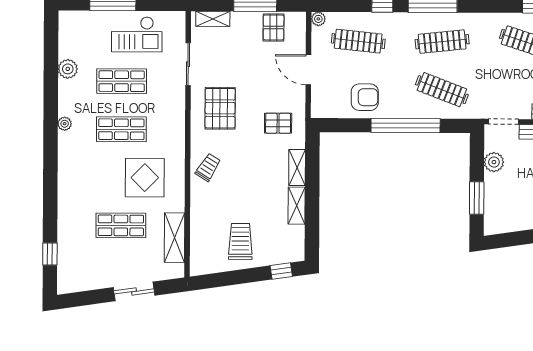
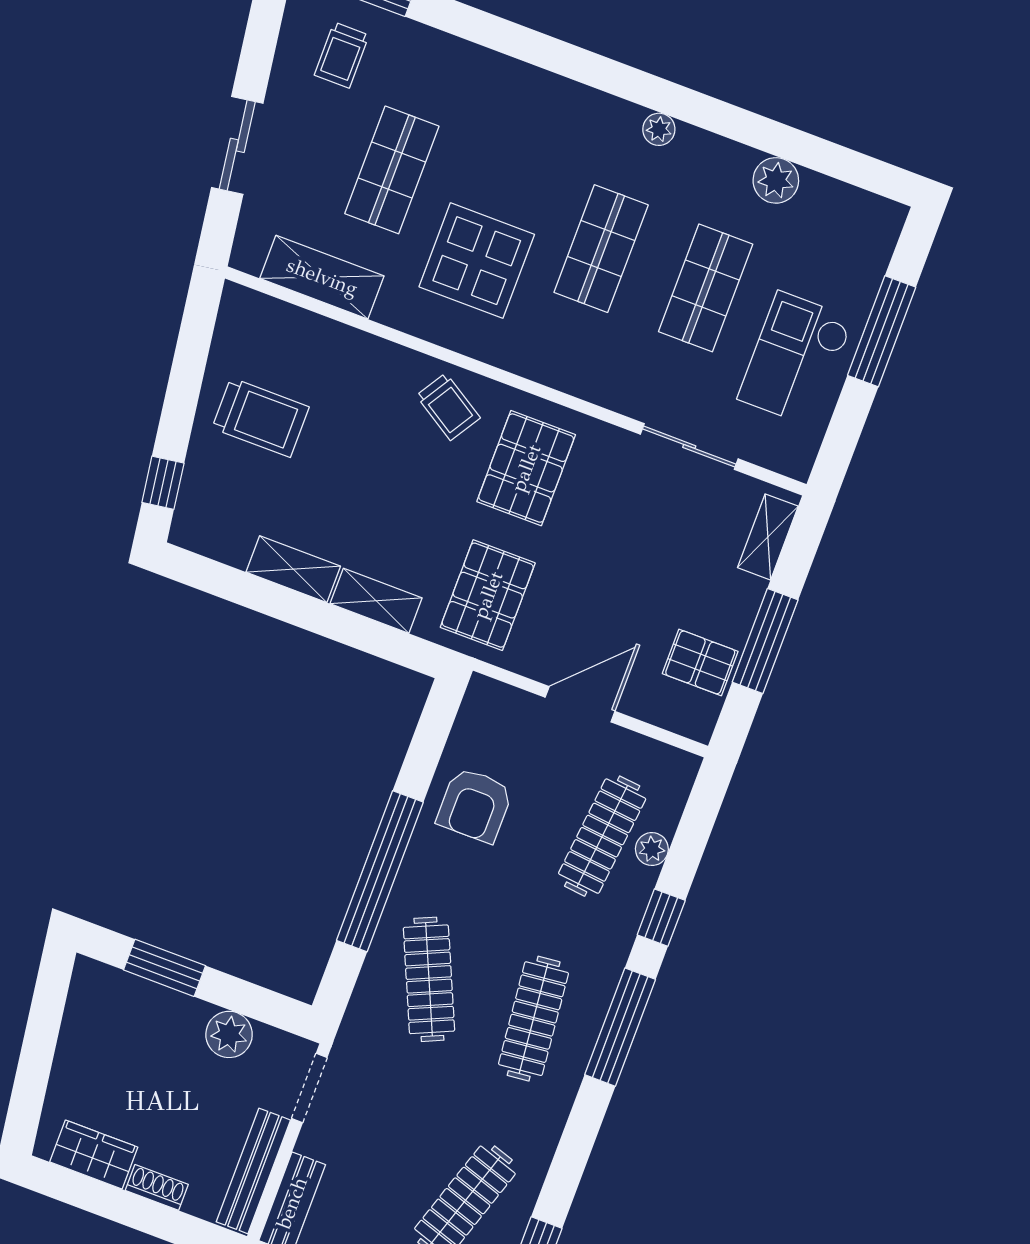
plant: (318, 19) -> (652, 849), moved
clothes rail: (442, 90) -> (429, 979), turned -45
pallet: (220, 108) -> (526, 468), moved, turned 90
pallet: (278, 123) -> (488, 595), width x1.50, depth x1.42
trolley: (82, 263) -> (342, 55), added

